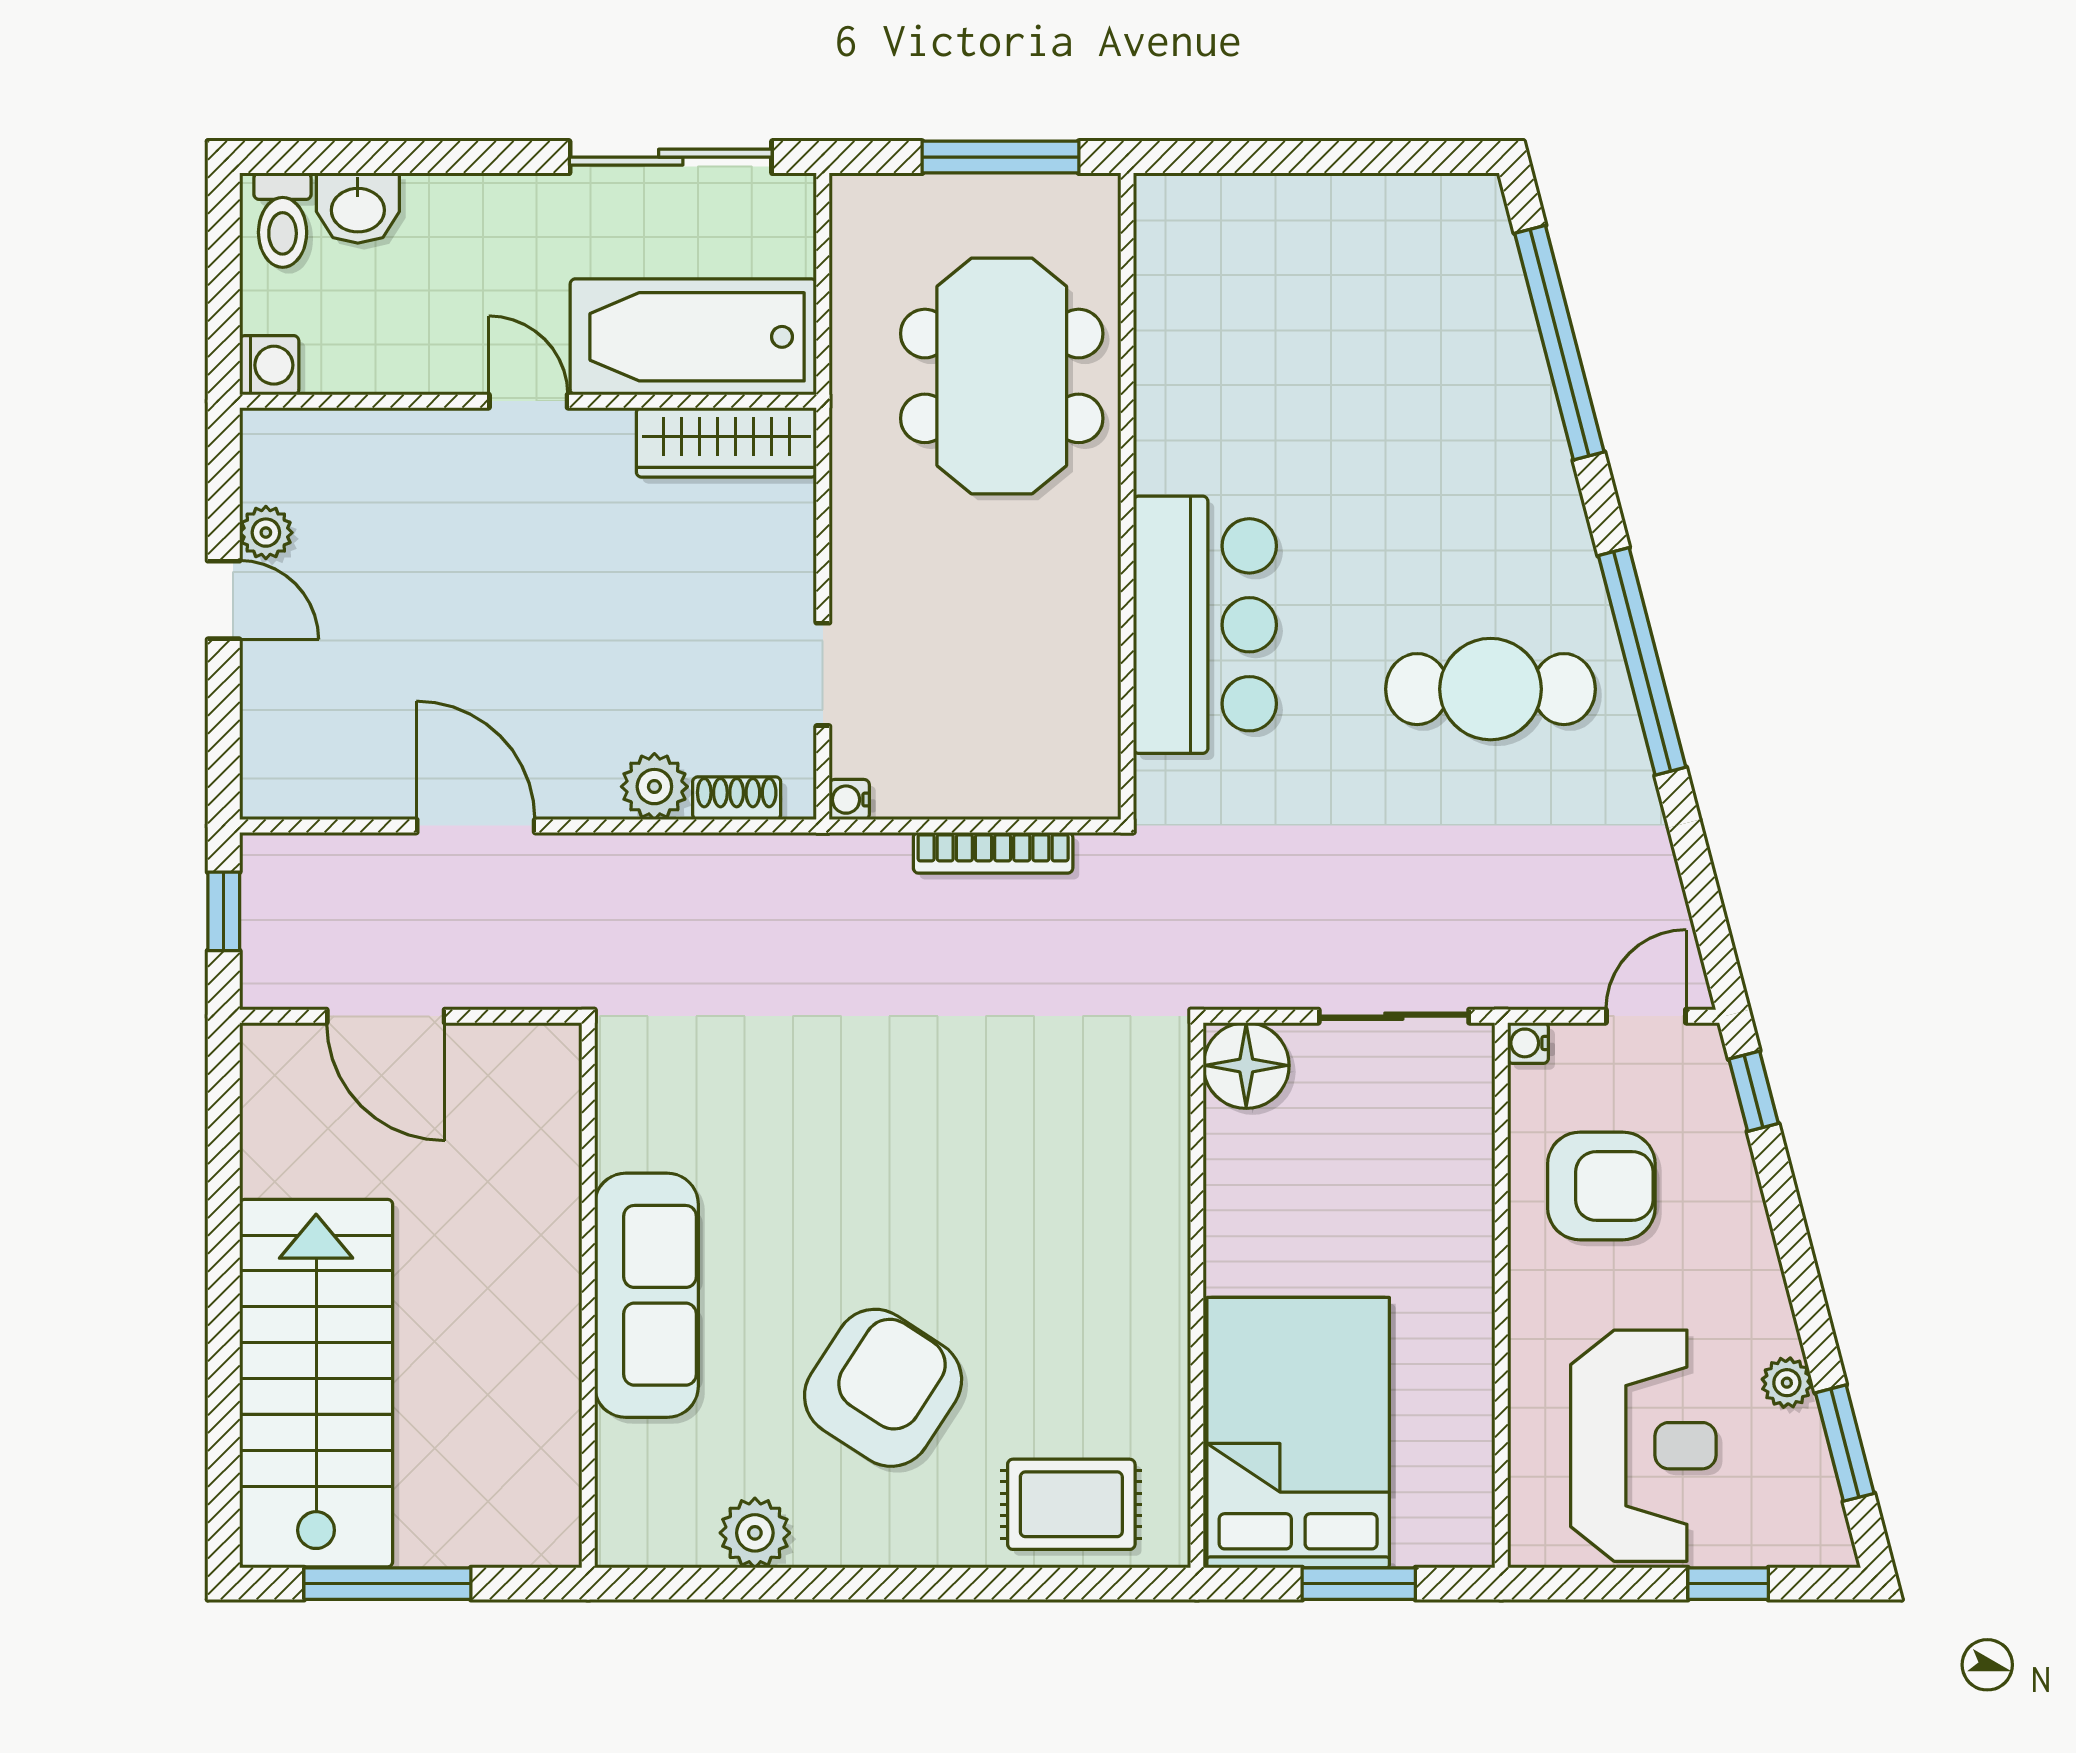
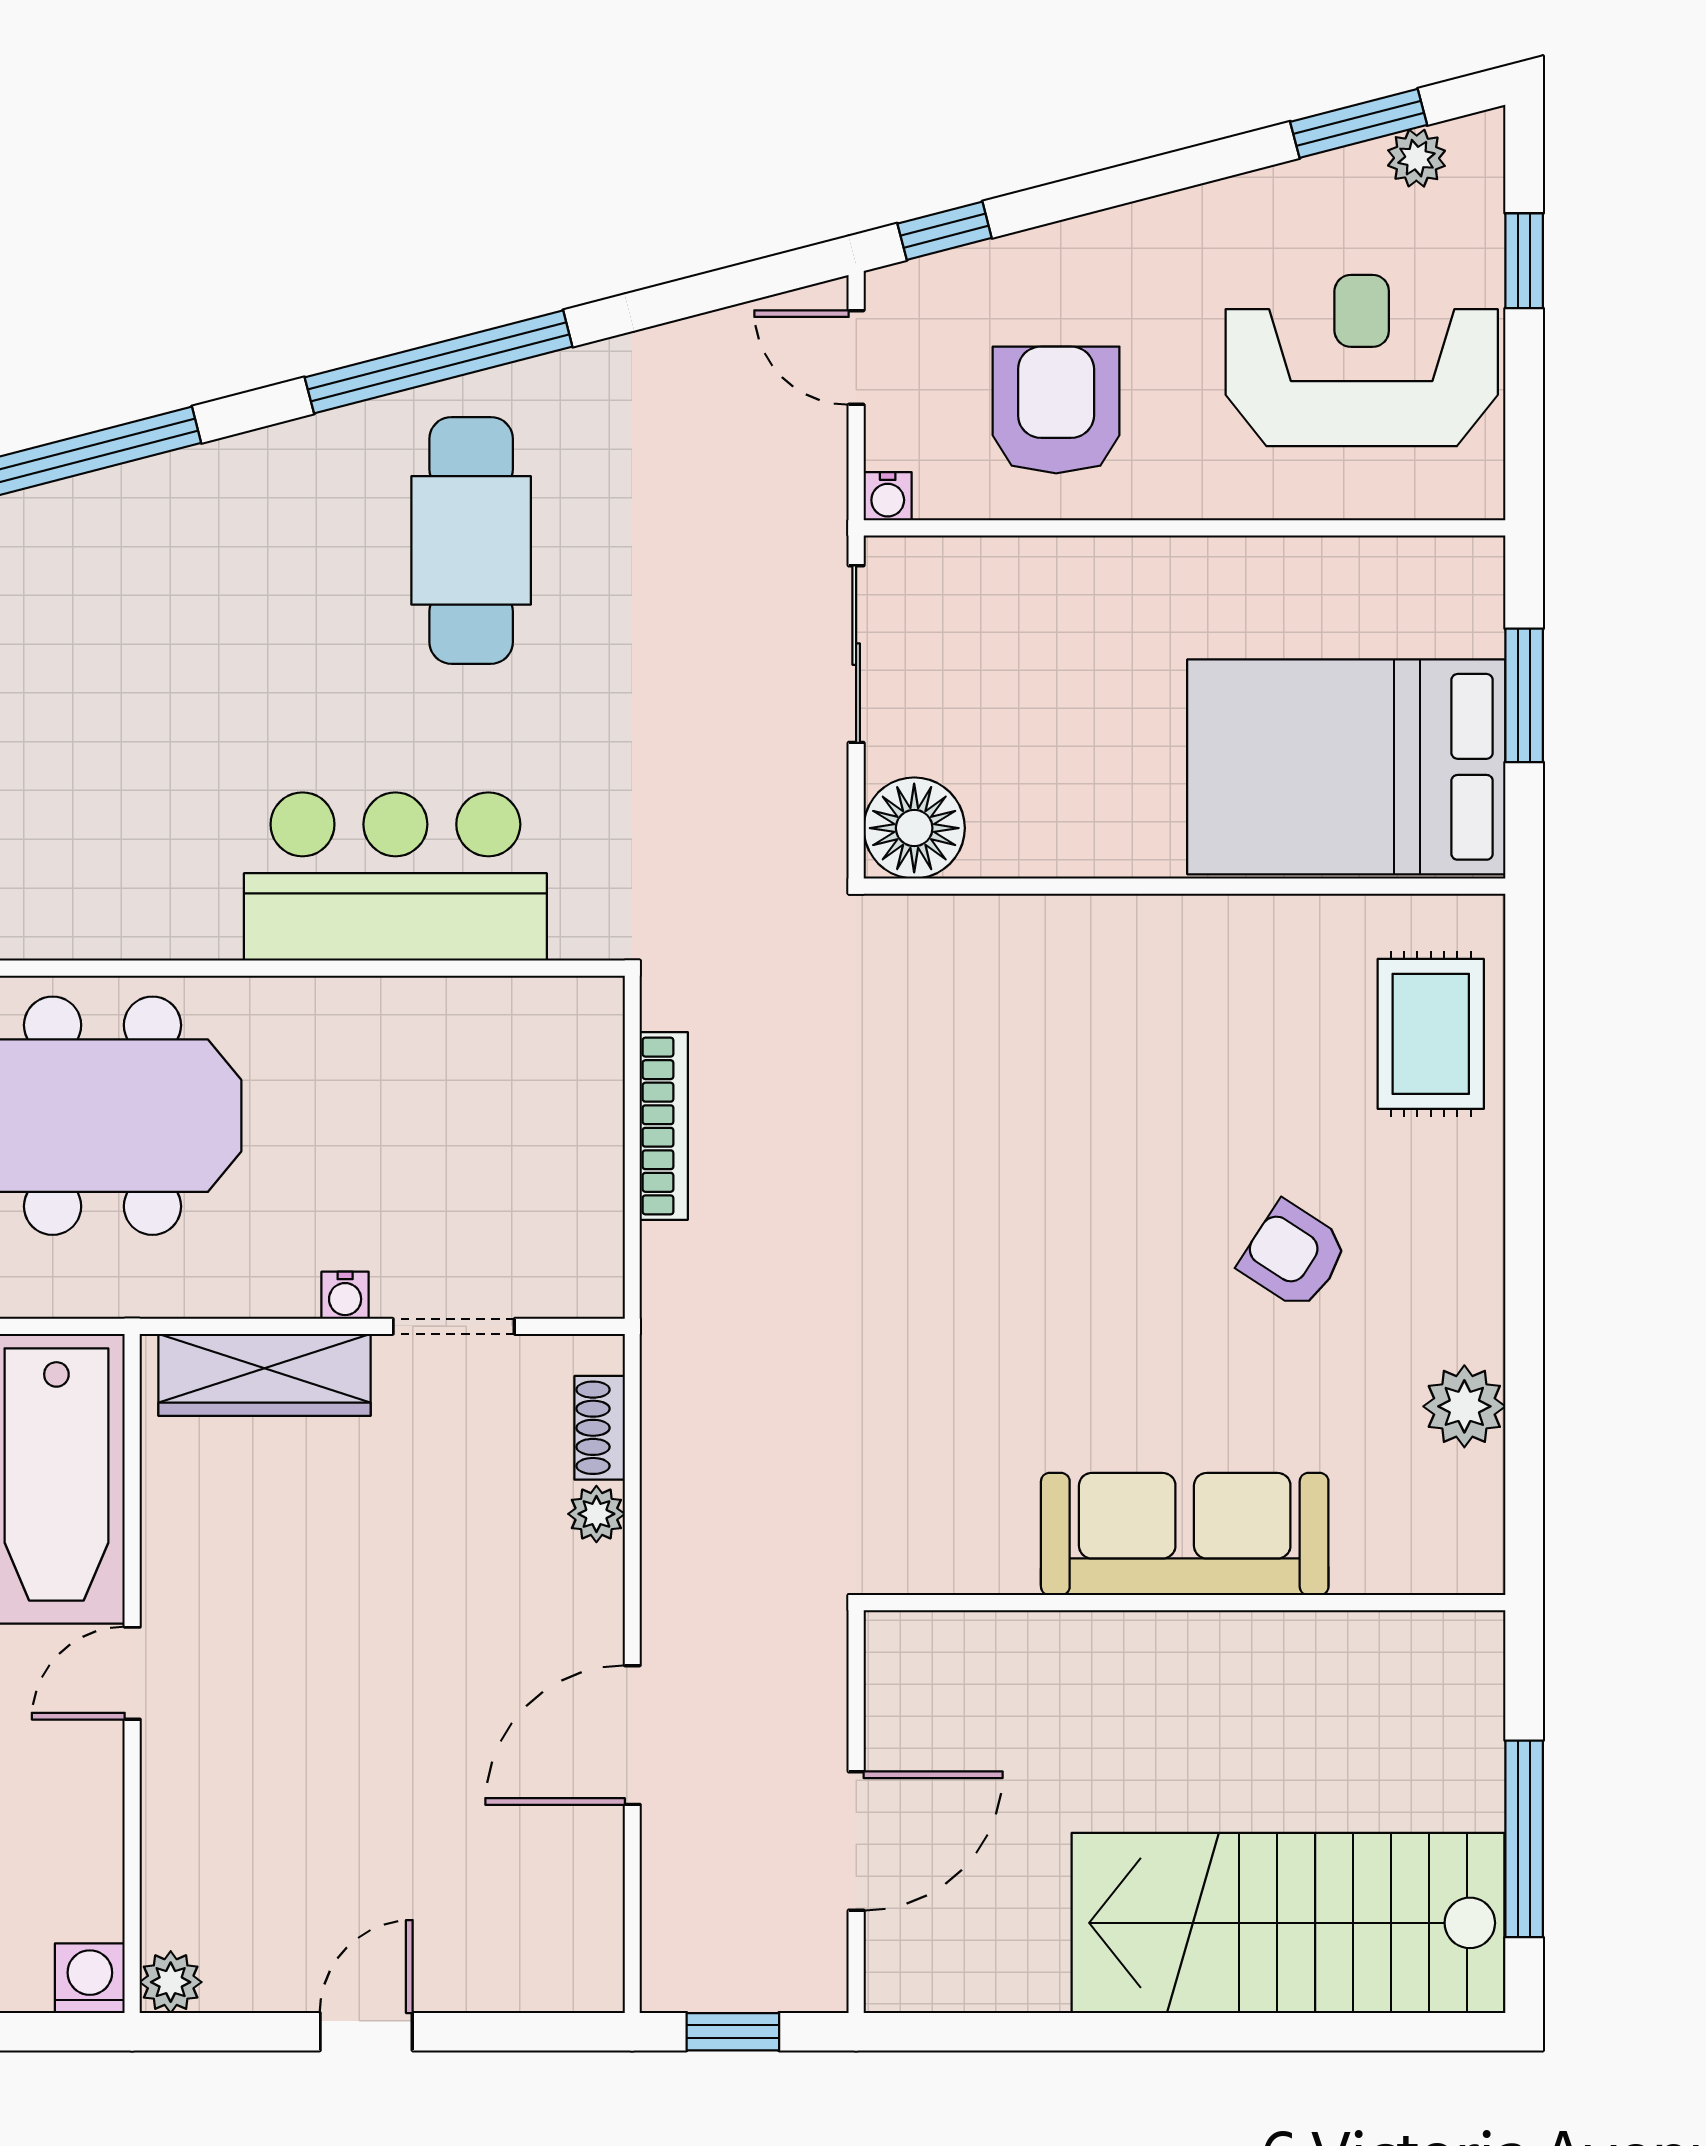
wardrobe: (726, 442) -> (265, 1375), moved, turned 90
plant: (266, 533) -> (171, 1982), moved
plant: (654, 787) -> (596, 1514), width x0.73, depth x0.73
water cooler: (849, 800) -> (345, 1295), moved
plant: (1787, 1383) -> (1417, 158), moved
armchair: (883, 1388) -> (1294, 1255), width x0.53, depth x0.53

